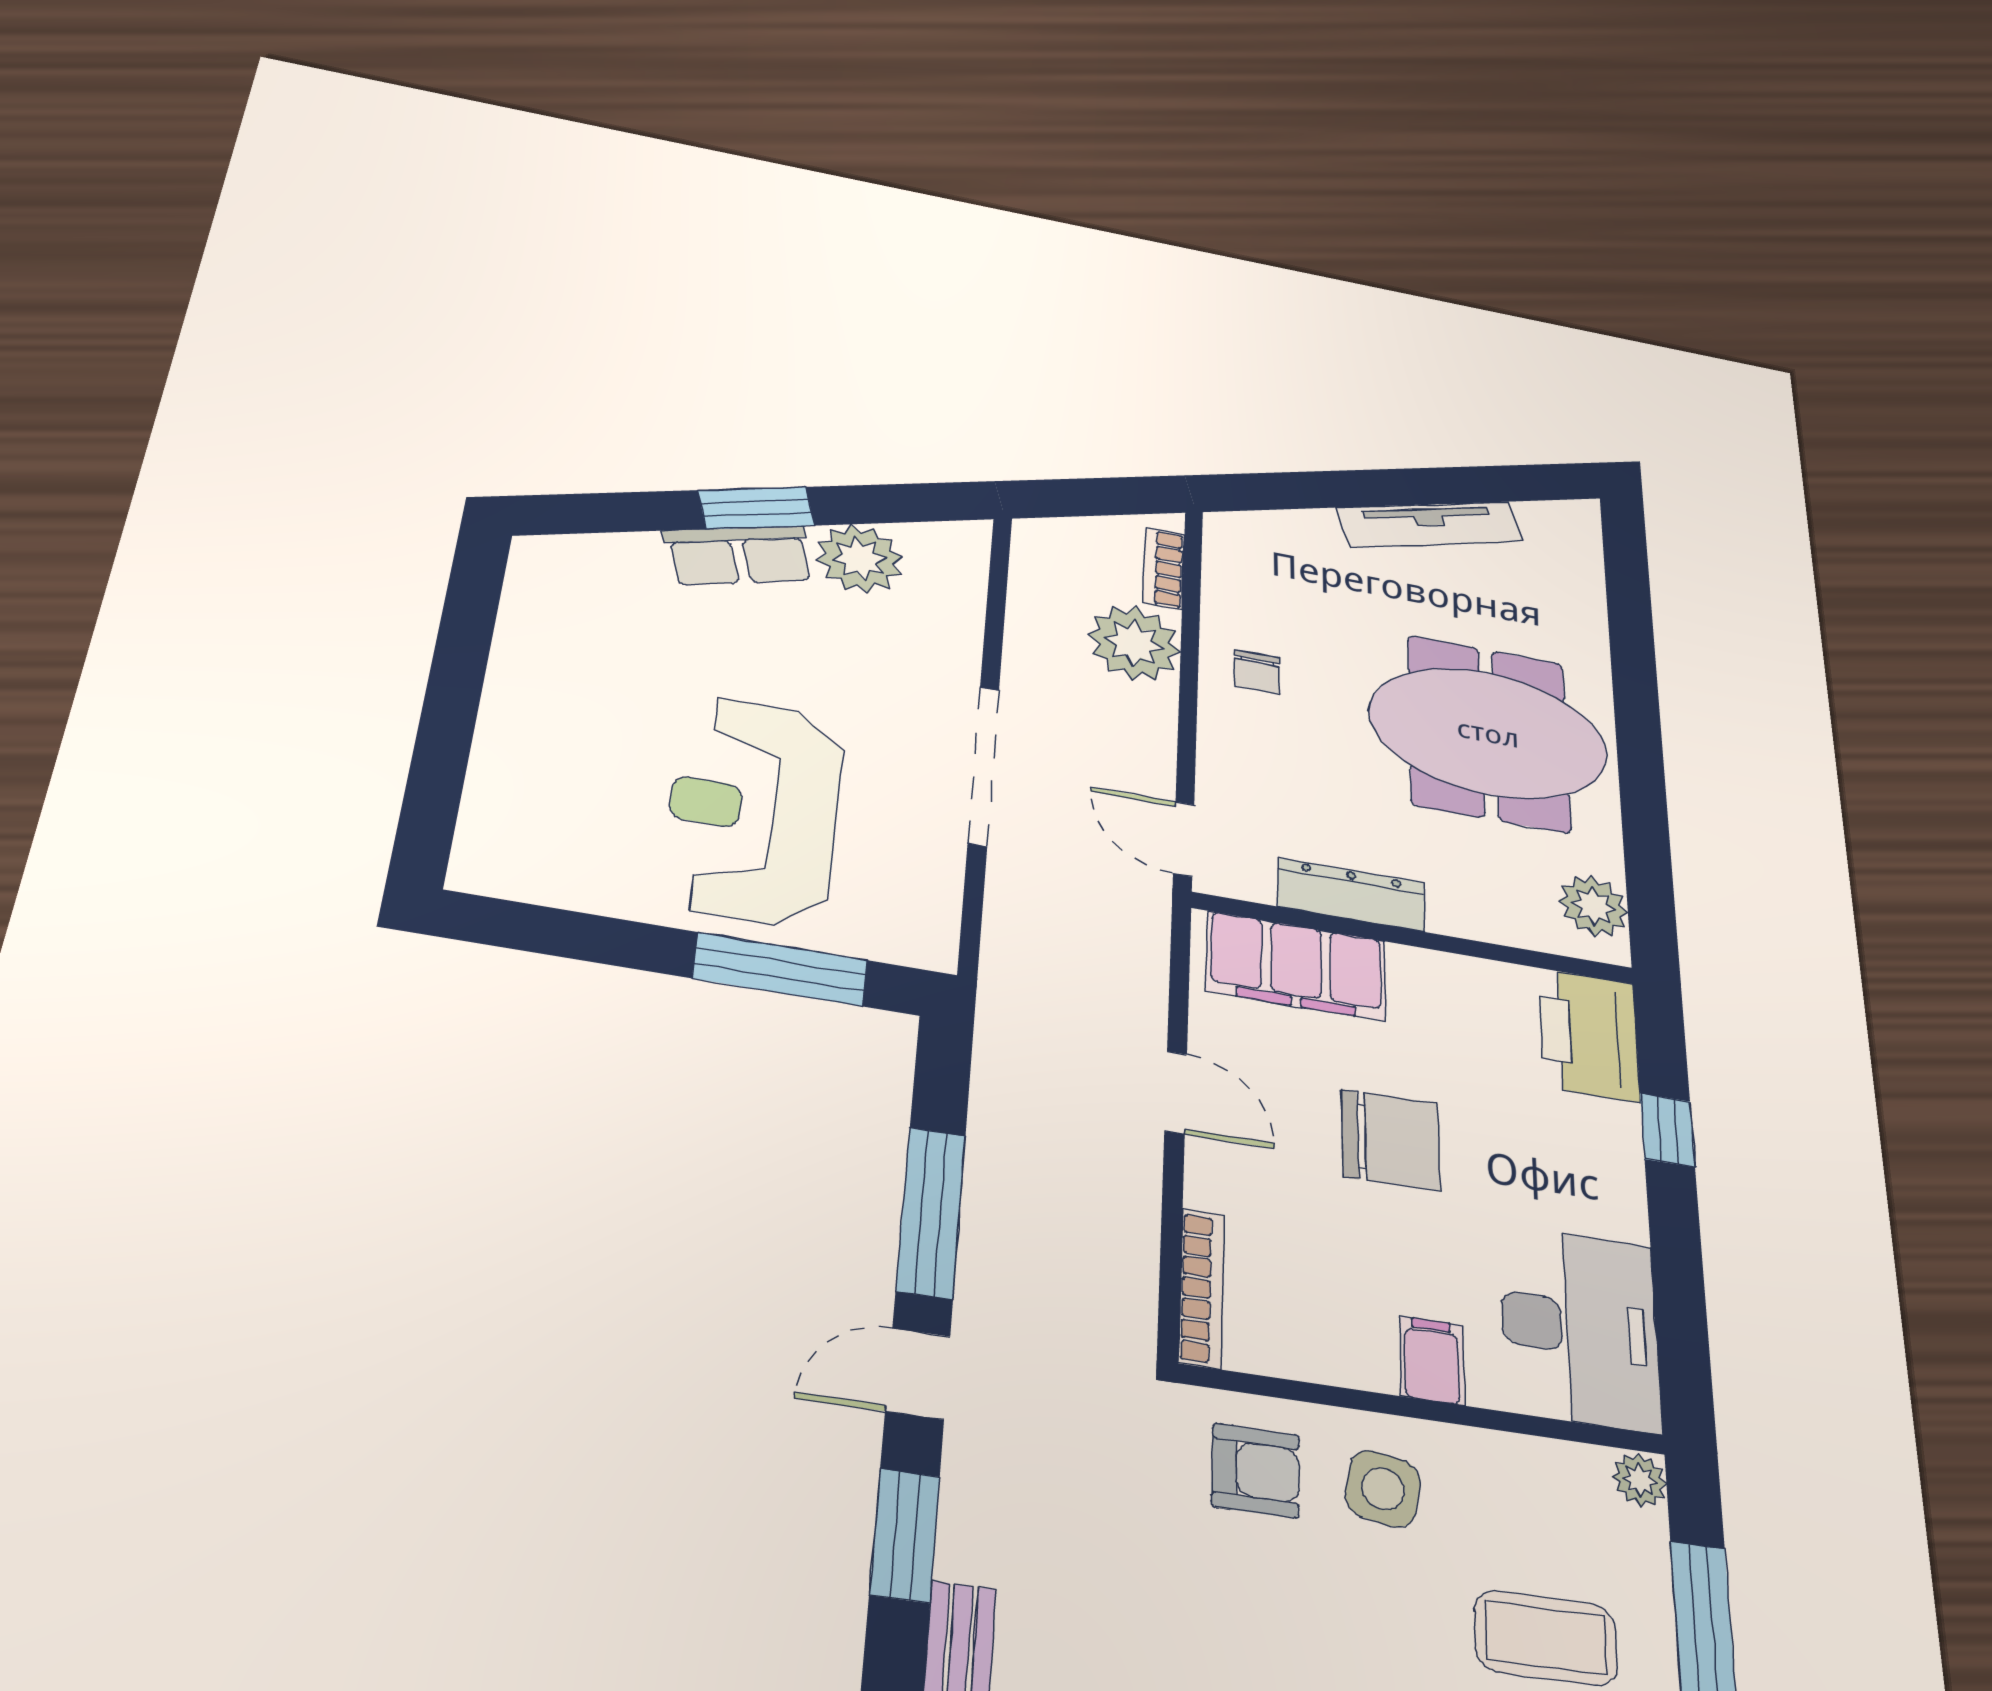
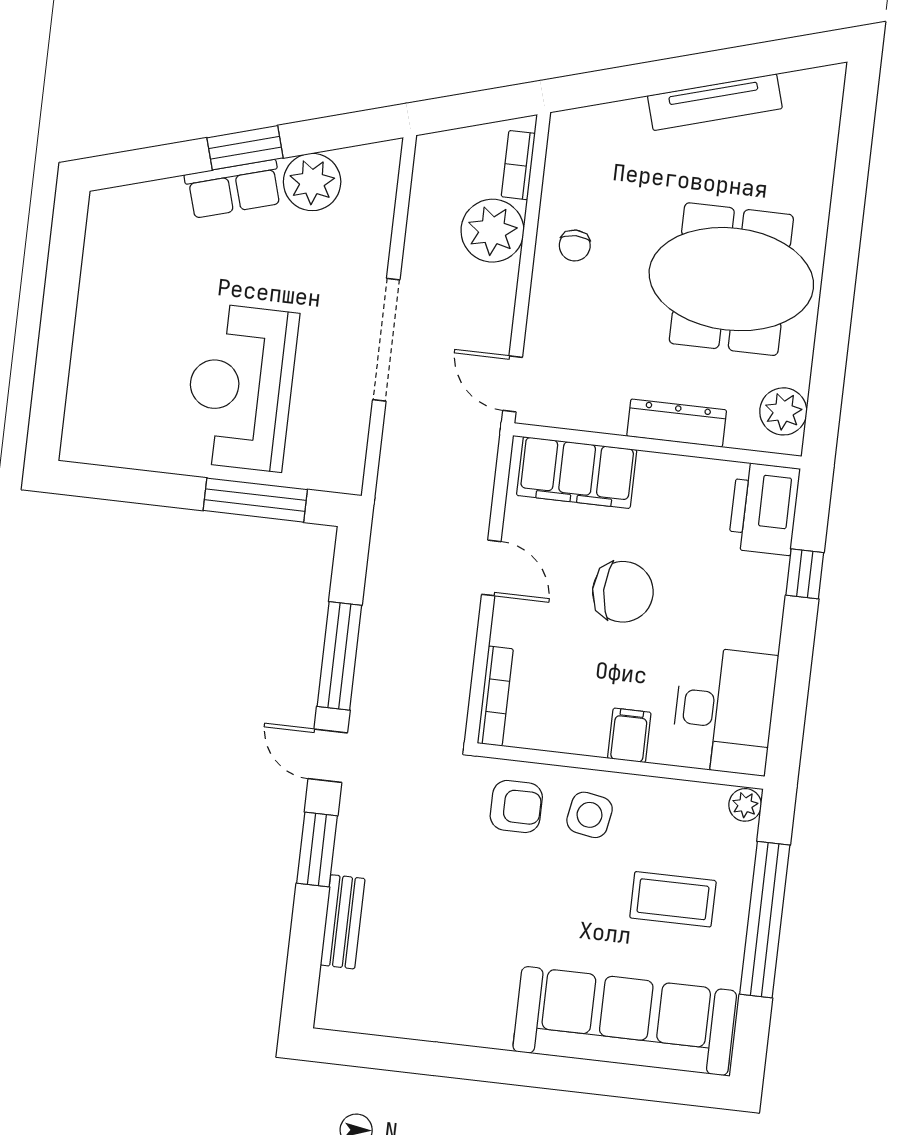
dresser: (1351, 895) -> (677, 423), moved
door: (918, 1374) -> (328, 756), hinge flipped

